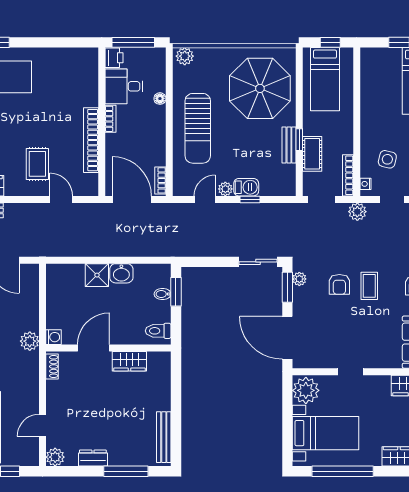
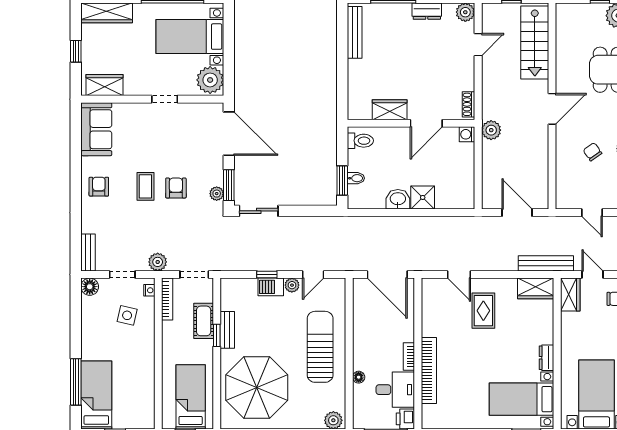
bookcase: (91, 140) -> (429, 371), moved
bookcase: (160, 180) -> (358, 294), removed

